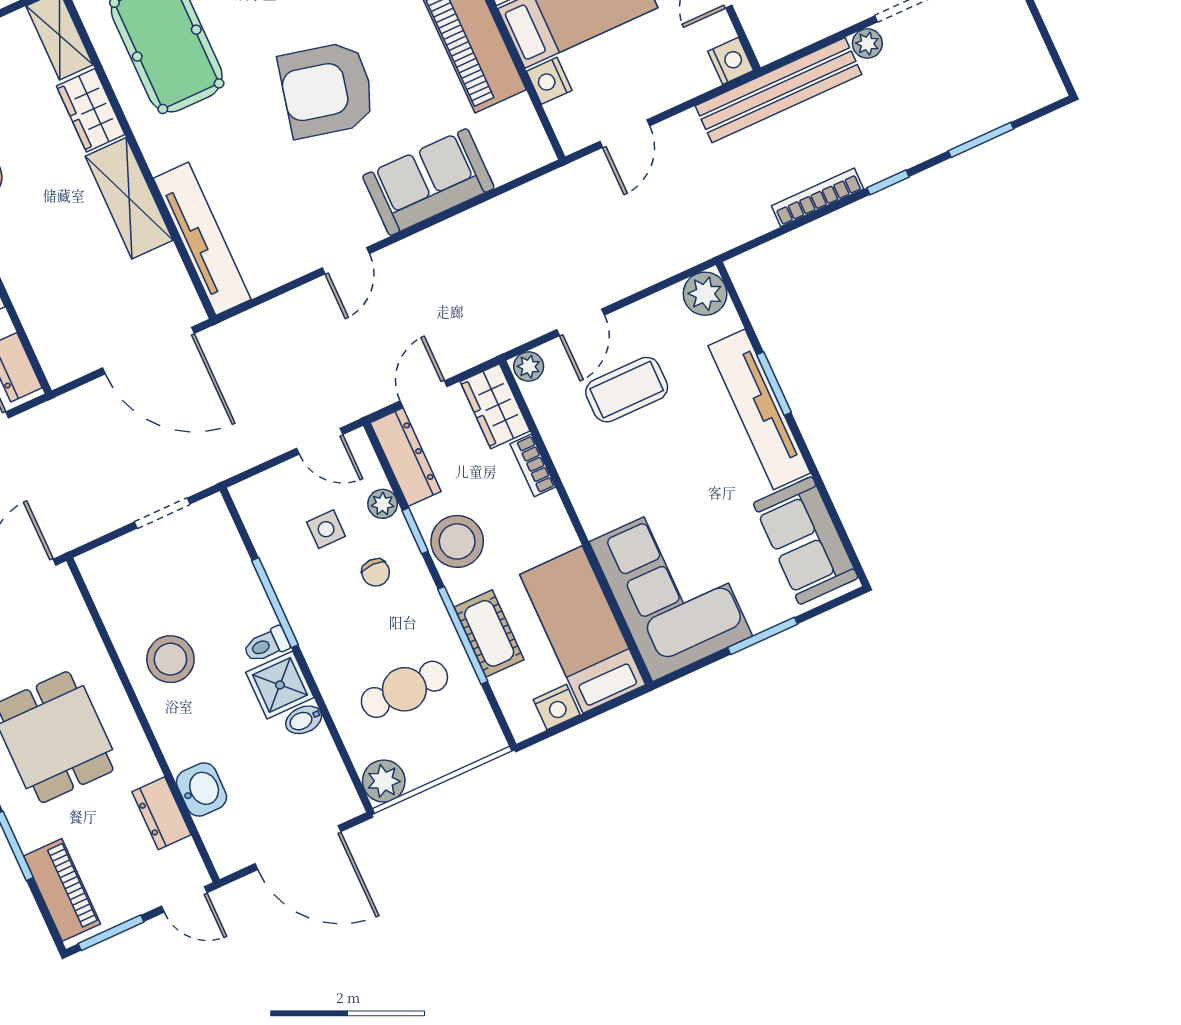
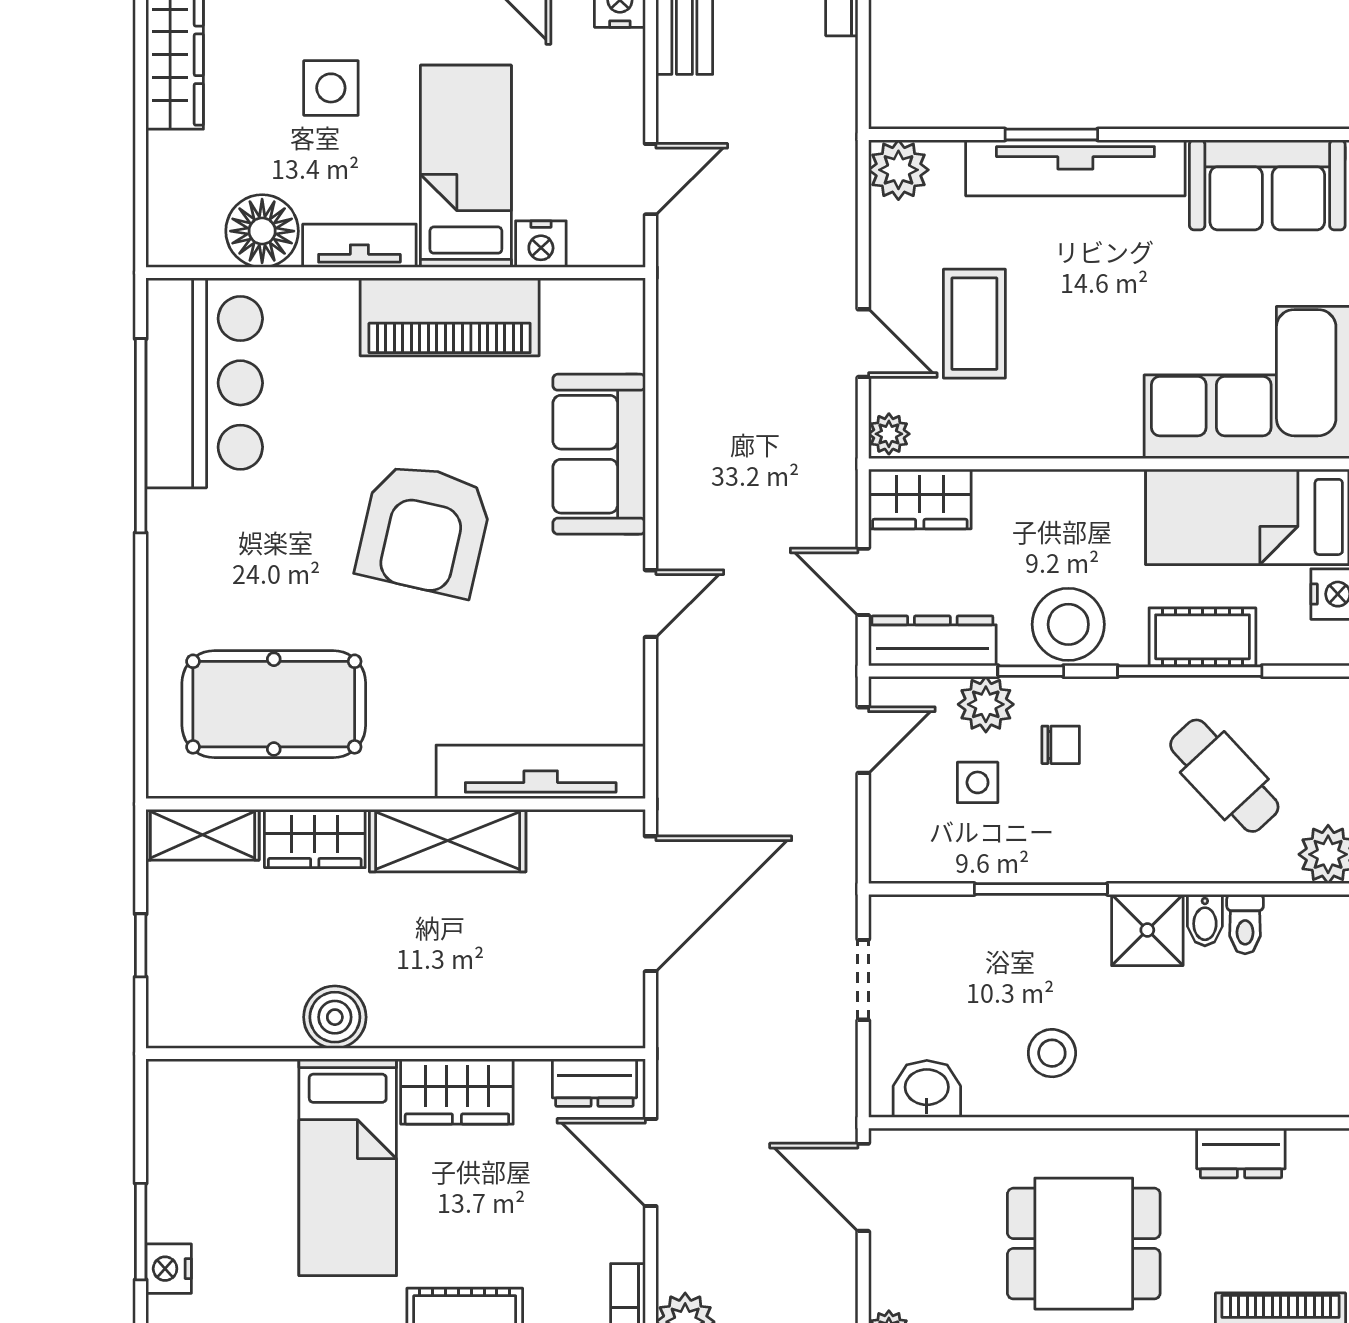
door: (625, 134) -> (651, 179), hinge flipped
door: (346, 261) -> (651, 604), hinge flipped
bookcase: (533, 465) -> (1016, 485), removed
plant: (383, 504) -> (986, 704), width x1.38, depth x1.38
toilet: (266, 645) -> (1245, 924), moved
stool: (170, 659) -> (1052, 1053), width x0.73, depth x0.73
cafe table: (404, 689) -> (1224, 776), turned -43
washbasin: (201, 789) -> (927, 1089), moved

